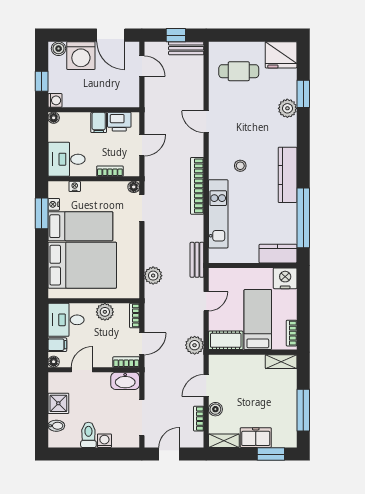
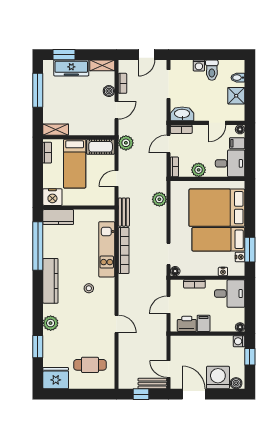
bench: (186, 48) -> (152, 384), moved
plant: (287, 108) -> (51, 323), moved
bookcase: (197, 186) -> (124, 251), moved
freezer: (256, 438) -> (71, 68), width x1.40

